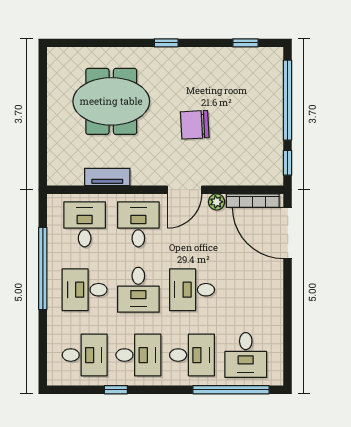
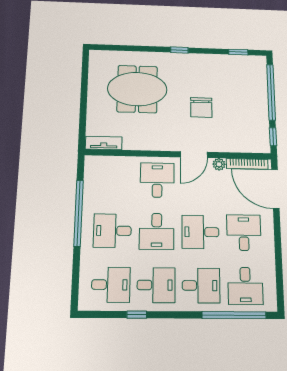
chair: (195, 125) -> (201, 107), turned -87
tv unit: (107, 177) -> (104, 143), moved
desk: (85, 224) -> (244, 233), moved

